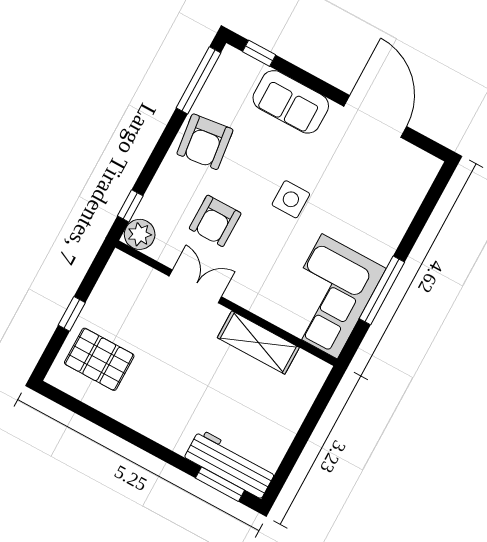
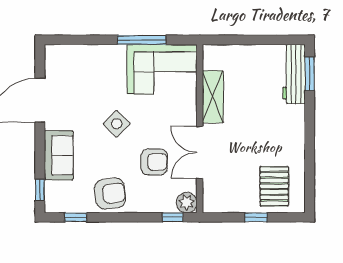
window: (198, 80) -> (76, 217), width x0.46
side table: (291, 199) -> (117, 124), turned 45
double door: (195, 286) -> (200, 153), width x1.37

